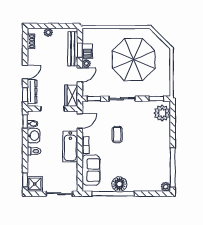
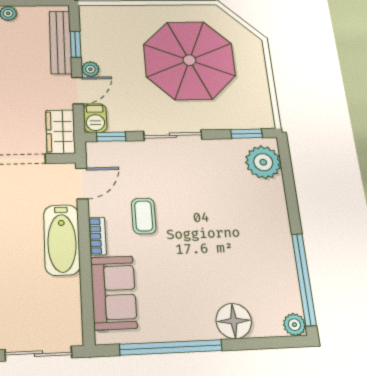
barbecue: (87, 51) -> (95, 118), moved
coffee table: (117, 134) -> (144, 216), moved
floor lamp: (119, 184) -> (234, 321), moved

